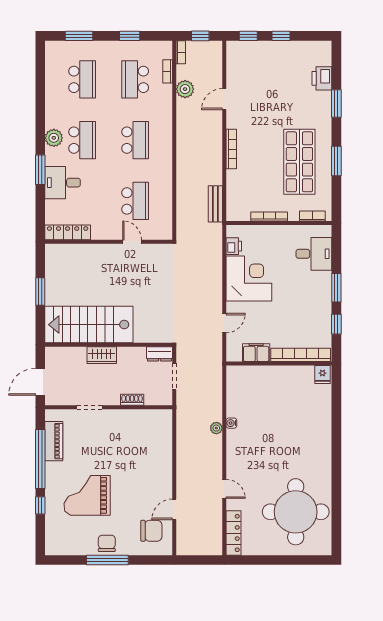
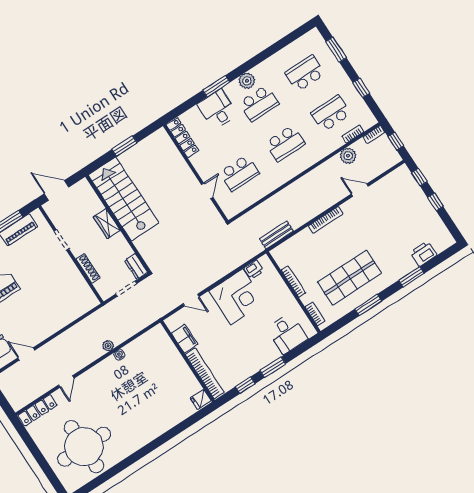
school desk: (82, 79) -> (305, 73), turned 180
shoe rack: (132, 400) -> (88, 268), width x1.43

